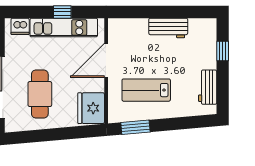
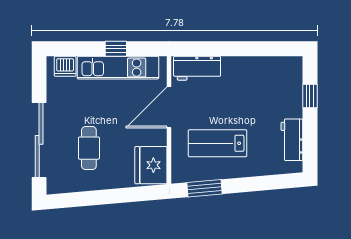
workbench: (168, 28) -> (197, 68), moved
cafe table: (40, 94) -> (89, 148), width x0.73, depth x0.74

